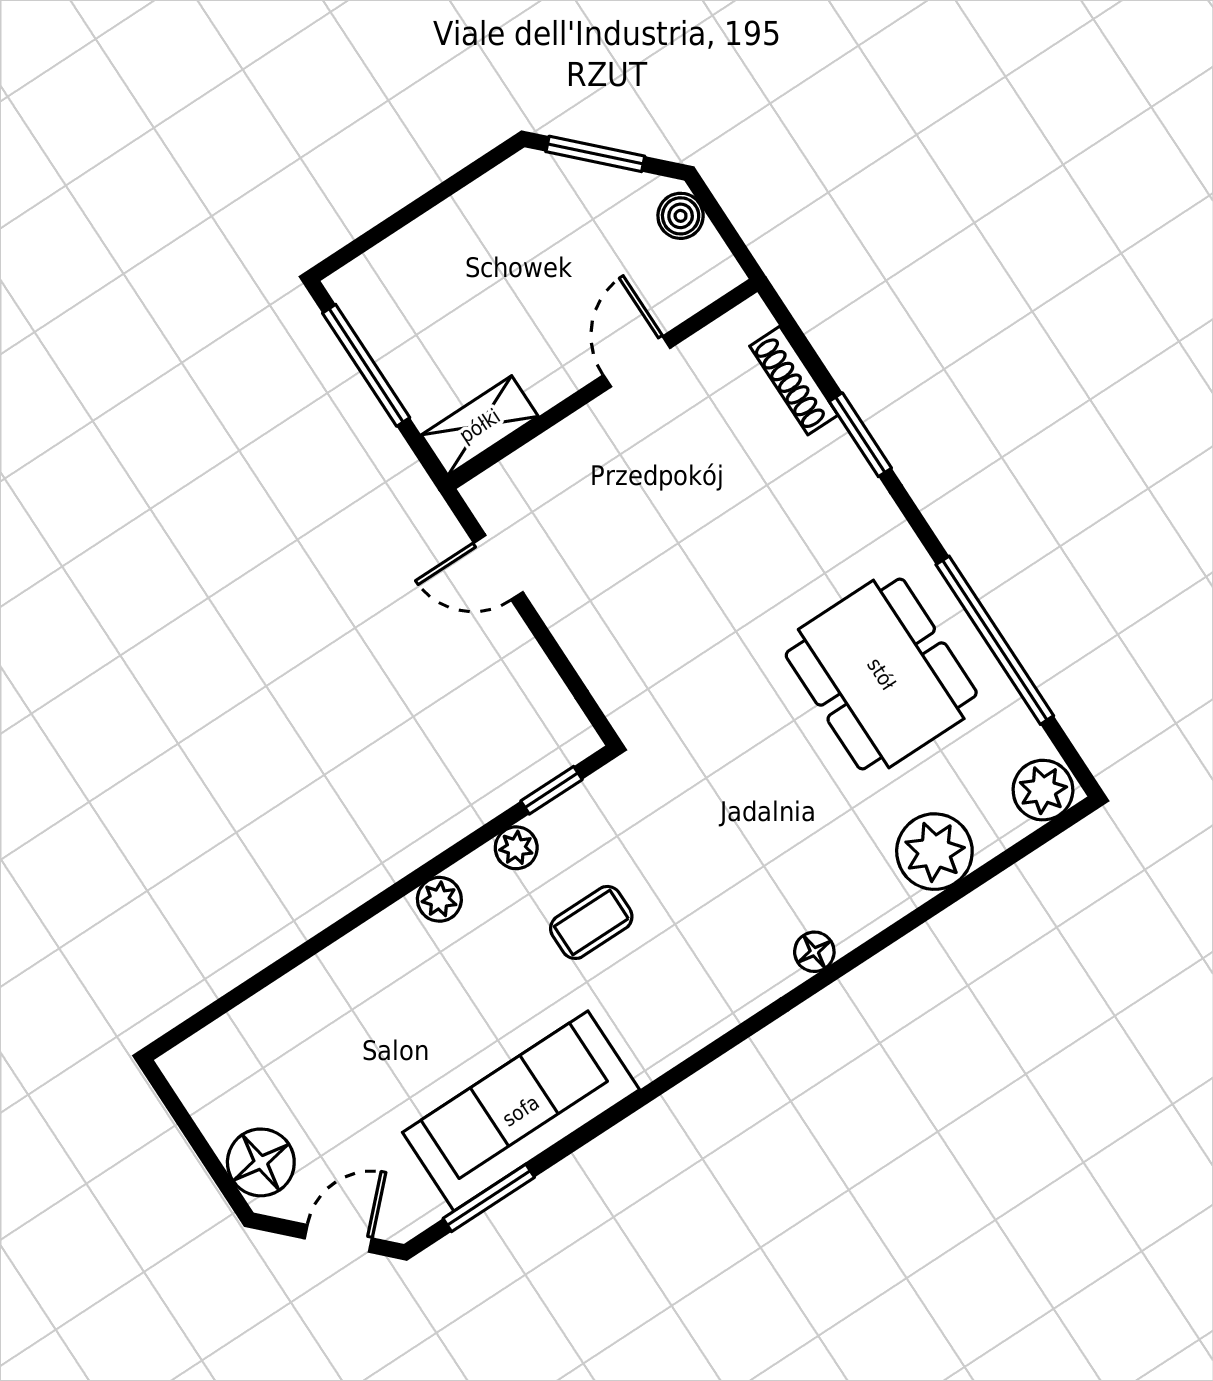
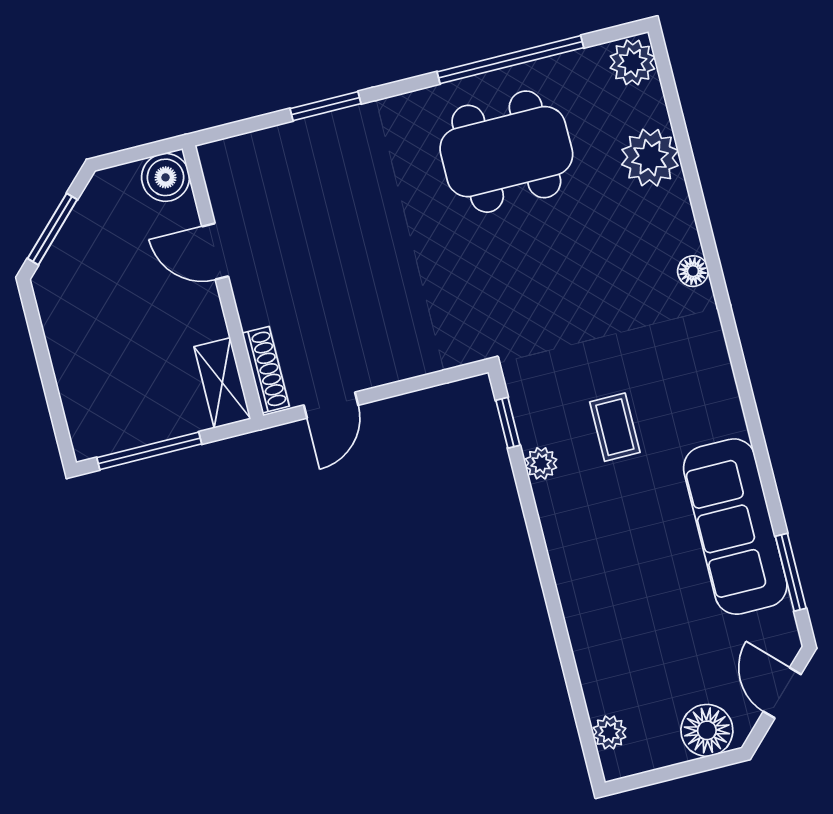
boiler: (681, 216) -> (166, 177), moved, width x1.36, depth x1.36
shoe rack: (794, 381) -> (266, 370), moved, turned -90
plant: (439, 899) -> (609, 732), moved

